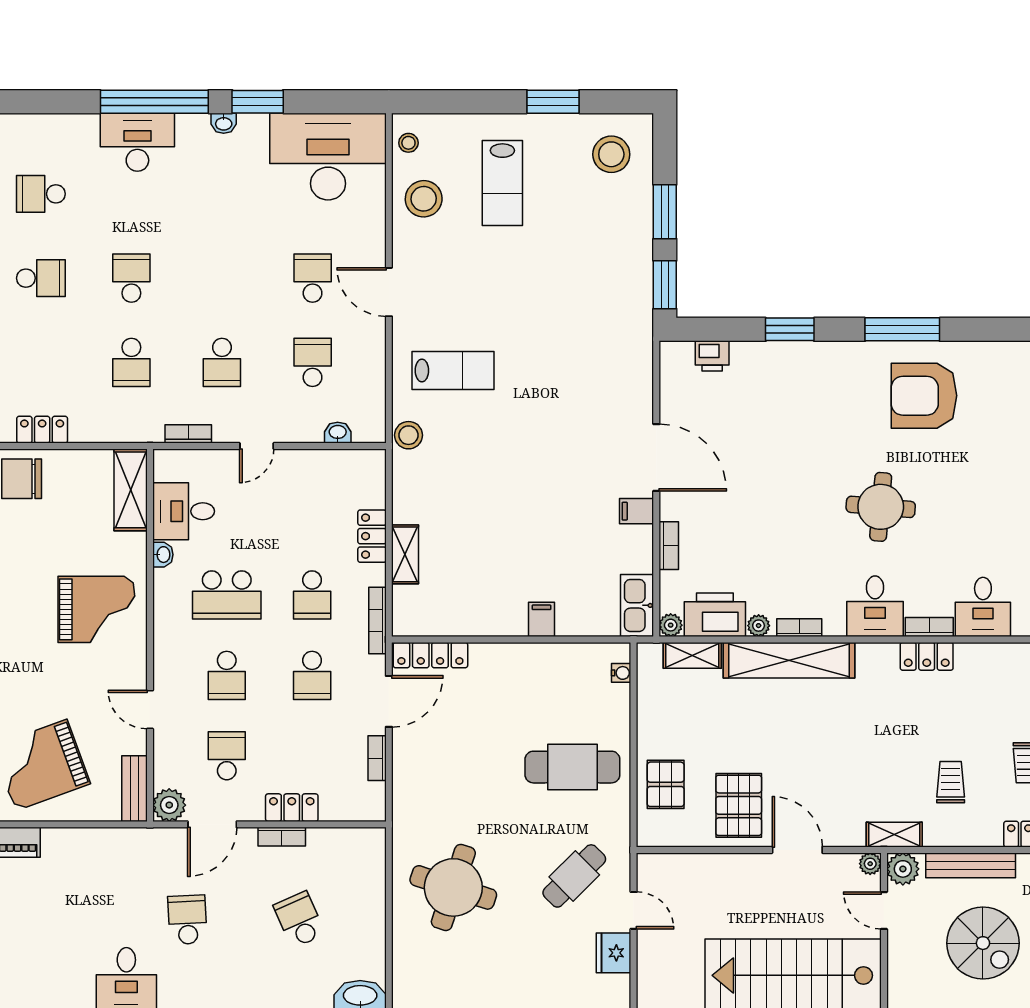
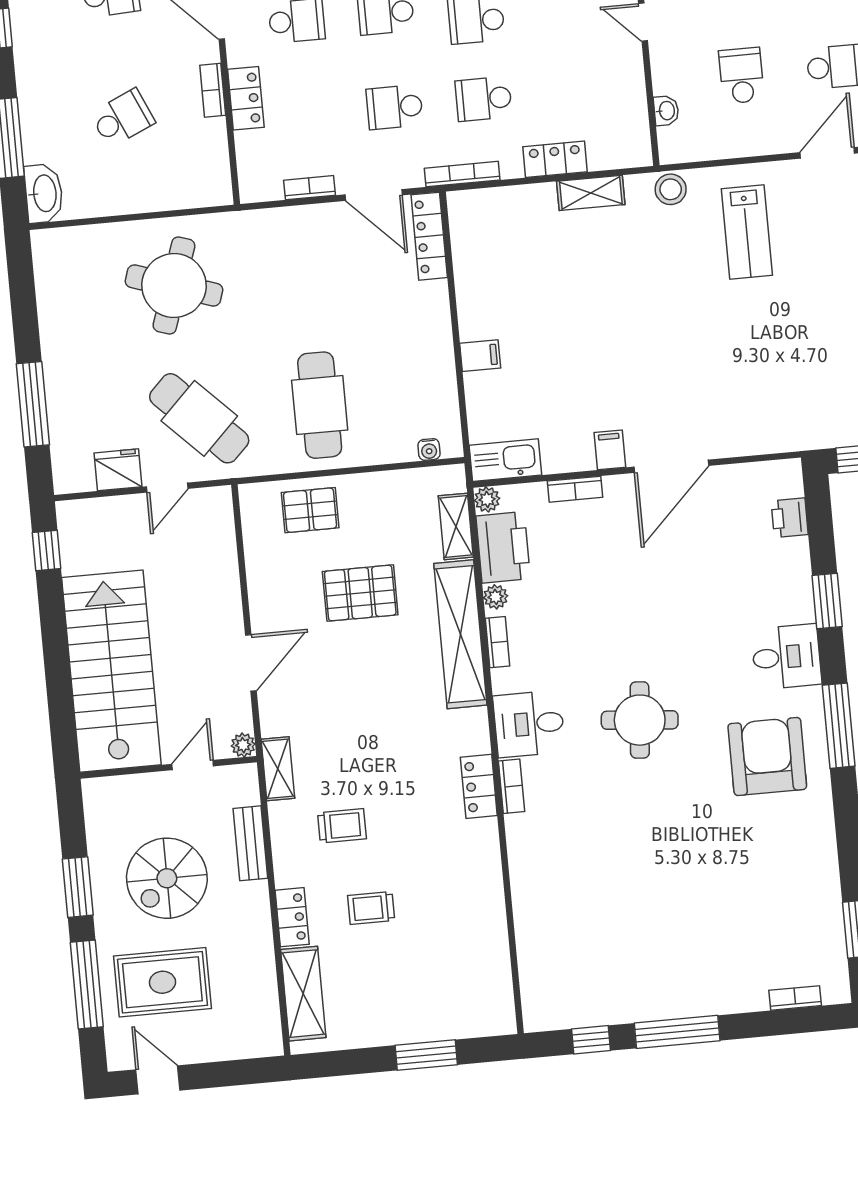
school desk: (313, 362) -> (741, 76), turned -90
shelving: (405, 554) -> (591, 193), moved
desk: (983, 607) -> (786, 657), moved, turned 180
pallet: (739, 805) -> (360, 593), moved
bench: (971, 865) -> (250, 843), width x0.73
plant: (903, 869) -> (241, 782), removed
cafe table: (574, 876) -> (199, 418), width x1.37, depth x1.35

